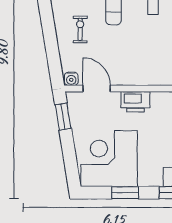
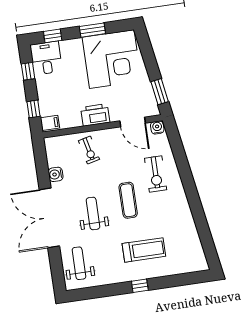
exercise bike: (80, 29) -> (156, 174), width x1.38, depth x1.39
exercise bike: (147, 65) -> (89, 150), added

